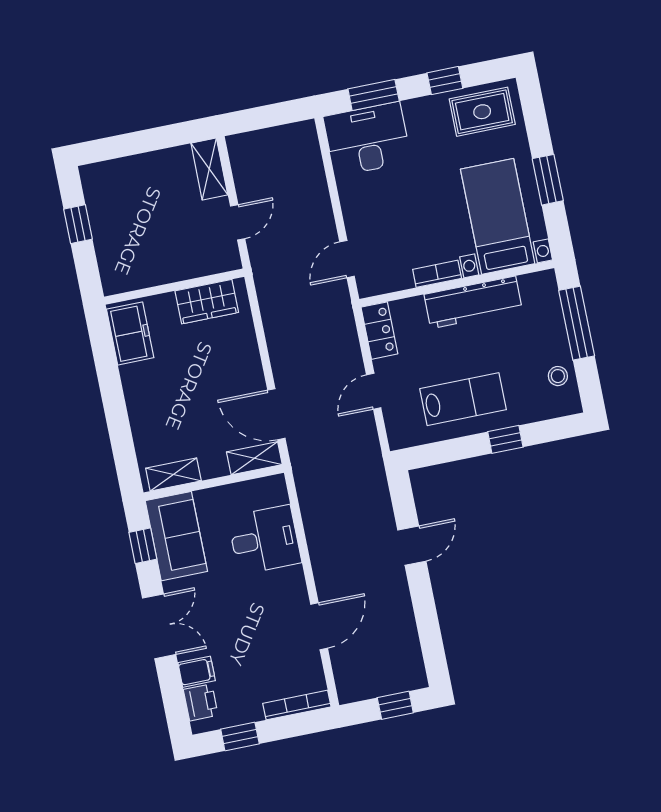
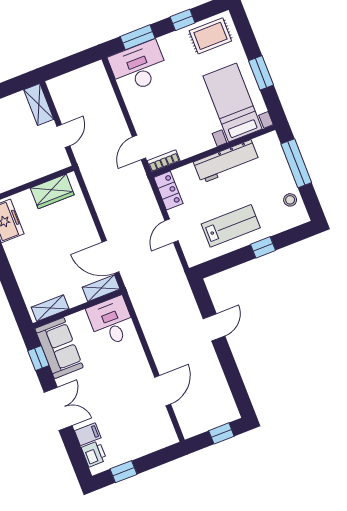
bookcase: (437, 274) -> (164, 161), moved
desk: (265, 540) -> (111, 321), moved, turned -90
bookcase: (297, 705) -> (157, 445), removed

